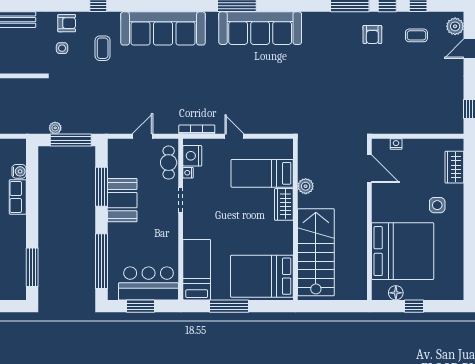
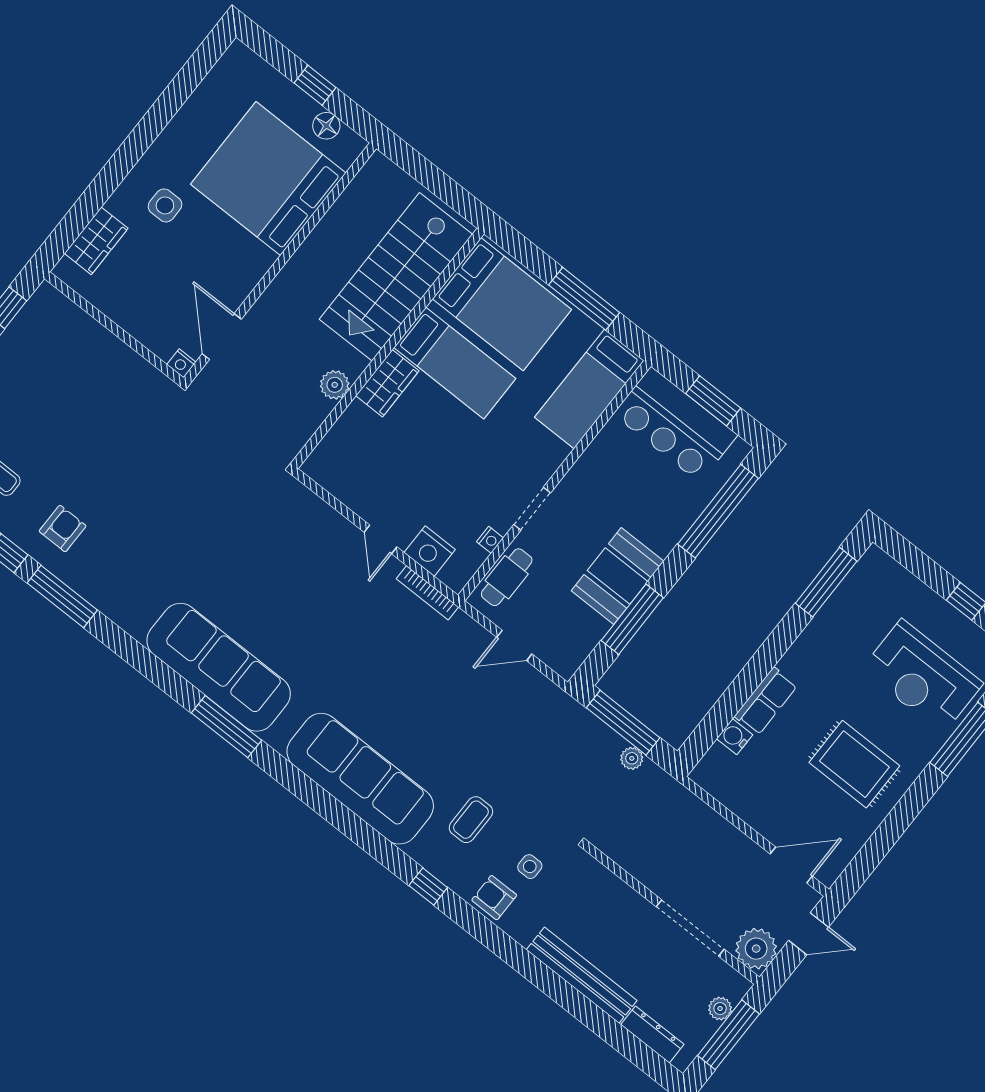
nightstand: (396, 144) -> (181, 363), moved
nightstand: (192, 156) -> (430, 551), moved, turned 90
bed: (262, 173) -> (455, 363), moved

